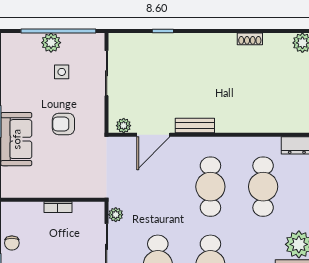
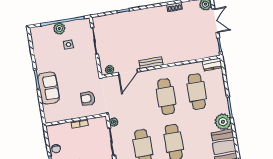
armchair: (63, 124) -> (88, 98), moved

